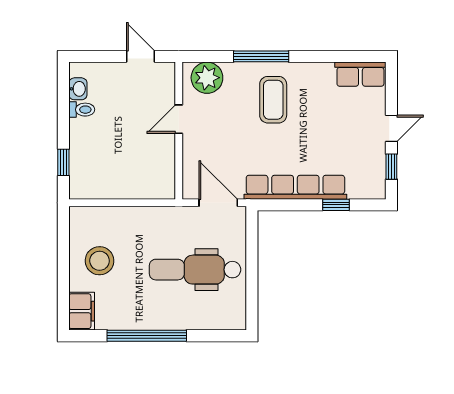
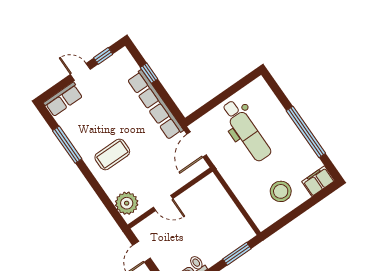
window: (261, 56) -> (67, 145), moved
row of seats: (360, 74) -> (63, 99), moved, turned 90
window: (63, 162) -> (237, 254), width x1.50

